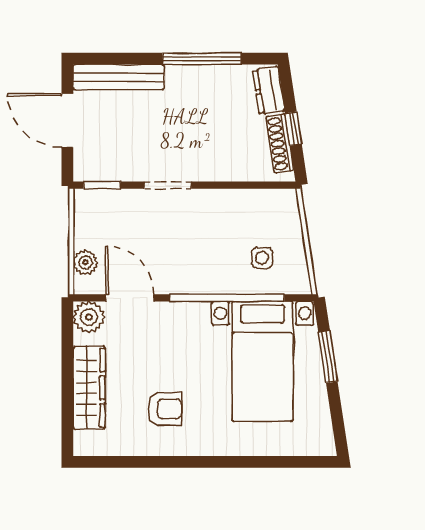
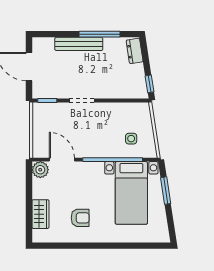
bench: (119, 77) -> (79, 44), moved
window: (293, 129) -> (150, 84), moved
shoe rack: (280, 143) -> (140, 79), removed
plant: (85, 262) -> (38, 141), removed
wardrobe: (89, 388) -> (40, 214), width x0.67

